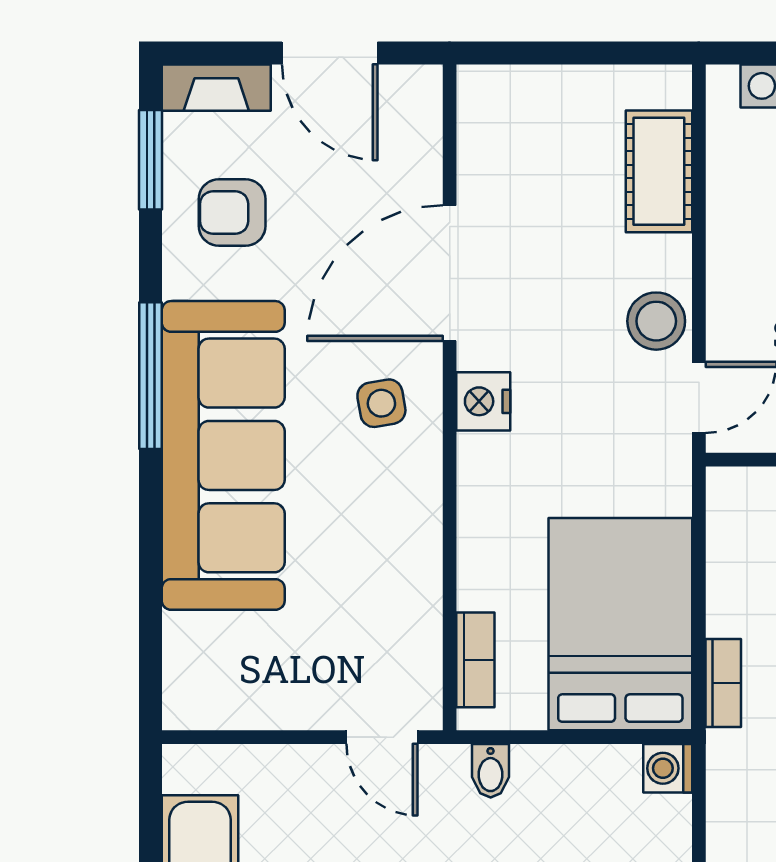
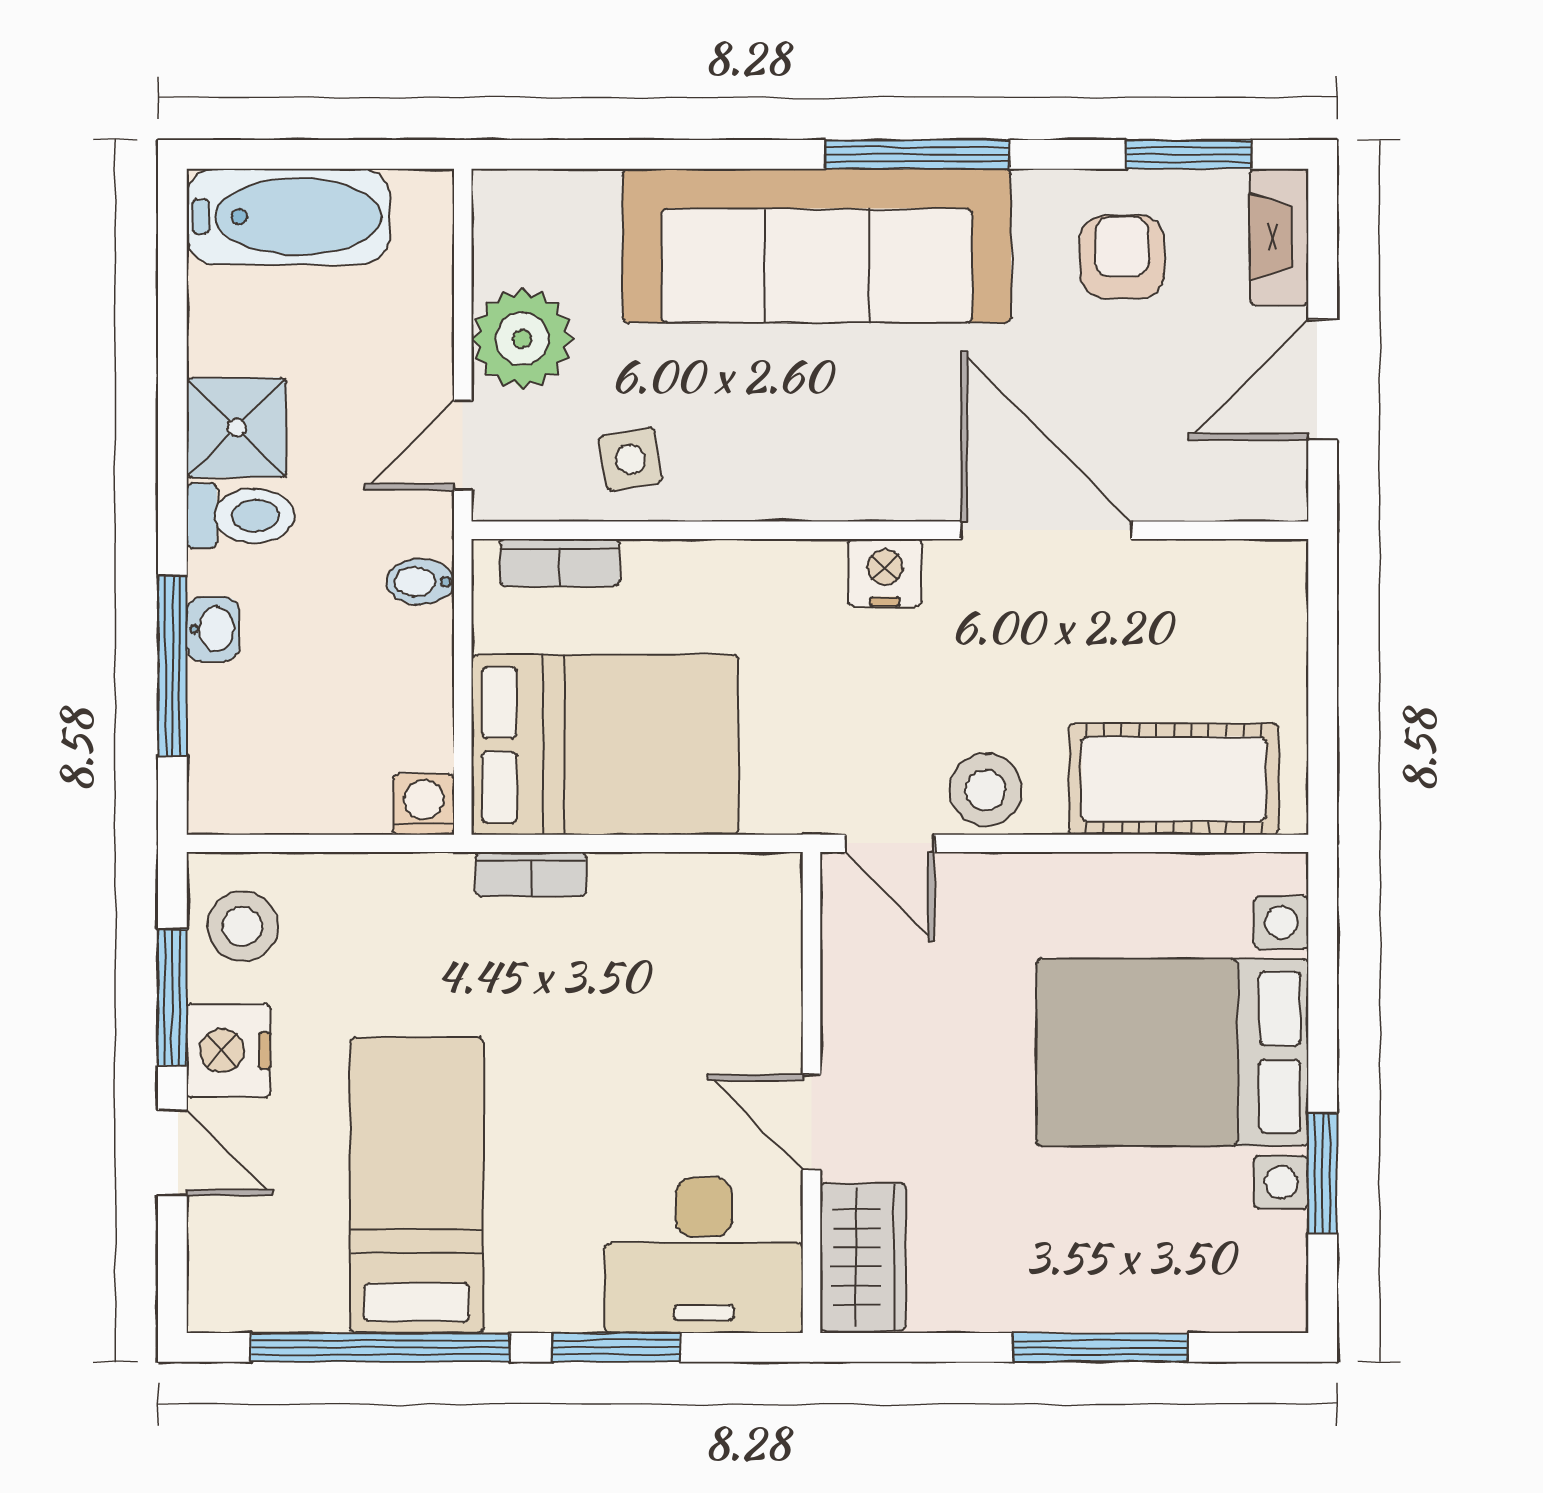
cot: (659, 171) -> (1174, 779), width x1.37, depth x1.34
side table: (381, 403) -> (630, 459), moved
plant: (297, 690) -> (522, 339), added

